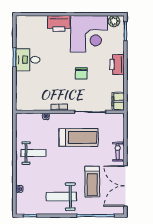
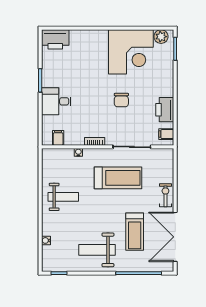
printer: (59, 24) -> (55, 39), moved
desk: (28, 60) -> (56, 101), moved
printer: (117, 65) -> (165, 110), moved
filing cabinet: (118, 101) -> (166, 134), width x0.50
filing cabinet: (29, 105) -> (58, 138), added

